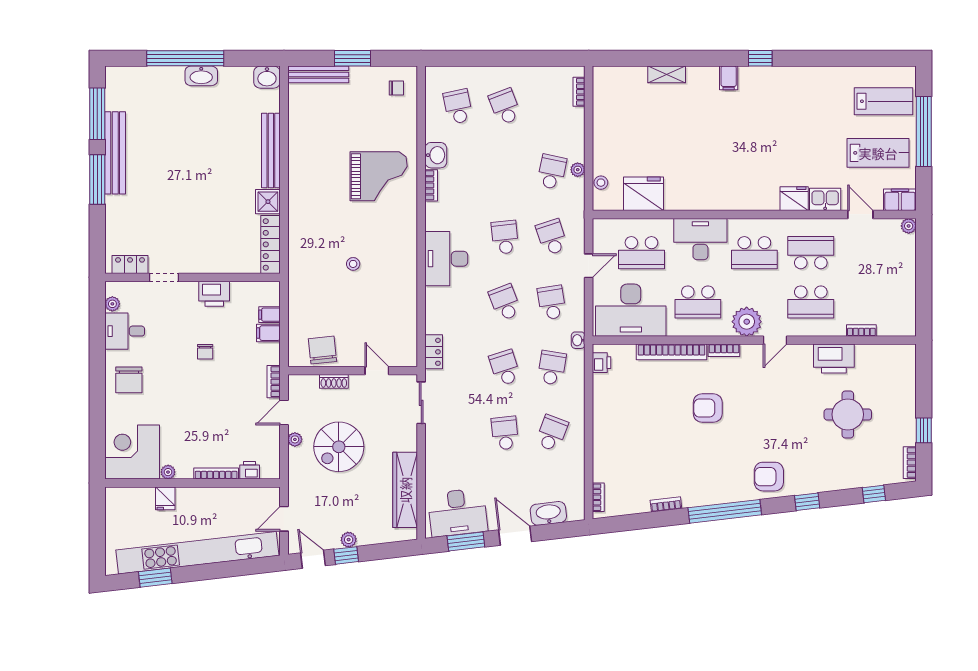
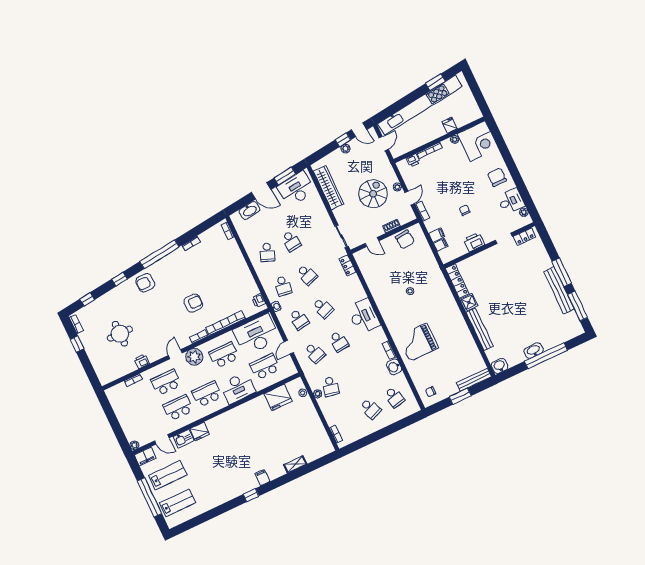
lab bench: (884, 101) -> (177, 503), turned 180
lab bench: (878, 153) -> (168, 475), turned 180
school desk: (811, 253) -> (178, 408), turned 180
printer: (834, 359) -> (142, 361), width x0.53, depth x0.68
armchair: (769, 477) -> (145, 283), turned 180

